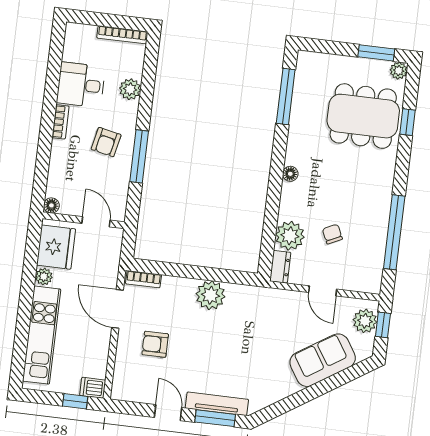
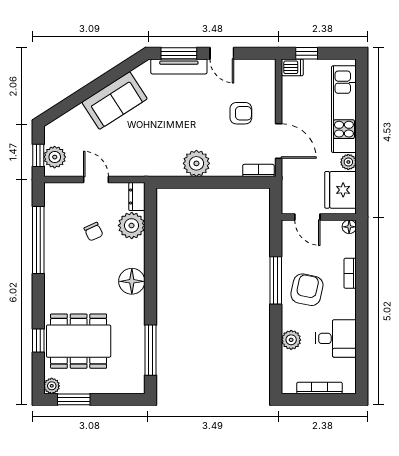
bookcase: (122, 35) -> (319, 388), moved
bookcase: (61, 122) -> (350, 273), moved
armchair: (106, 142) -> (307, 290), width x1.38, depth x1.38
floor lamp: (290, 174) -> (132, 281), width x1.89, depth x1.89
sofa: (323, 360) -> (115, 100), moved

